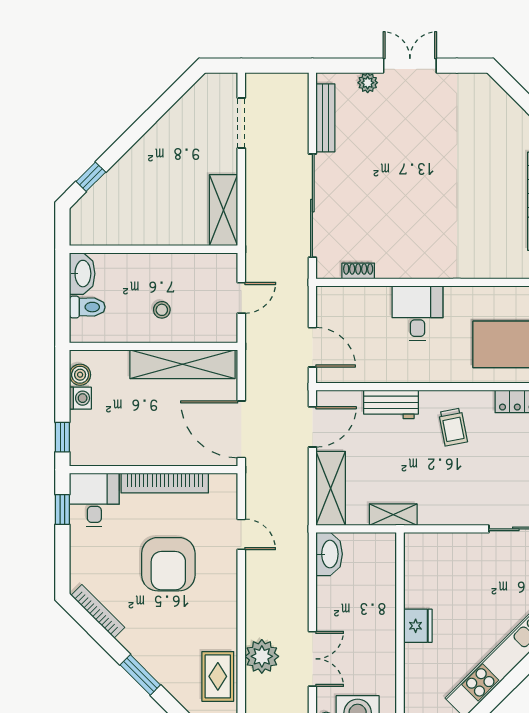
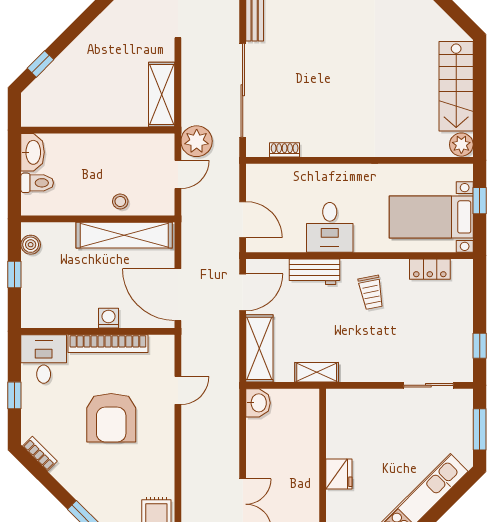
stool: (162, 310) -> (120, 201), moved
desk: (418, 313) -> (330, 227), moved, turned 180
washing machine: (80, 398) -> (109, 318), moved, turned -90
window: (62, 437) -> (14, 275), moved
window: (62, 509) -> (14, 395), moved
door: (241, 534) -> (178, 390), hinge flipped
washbasin: (329, 554) -> (258, 403), width x0.72
bookcase: (98, 611) -> (40, 454), width x0.64
plant: (262, 656) -> (197, 141), moved

